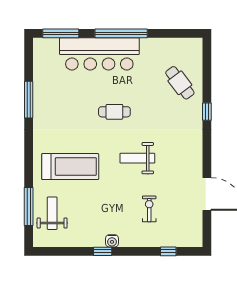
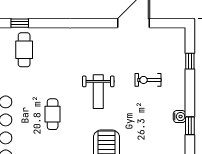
cafe table: (180, 83) -> (24, 50), turned -53
window: (207, 112) -> (20, 23), moved

